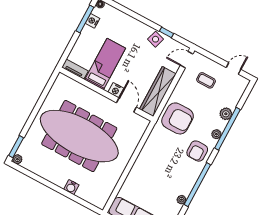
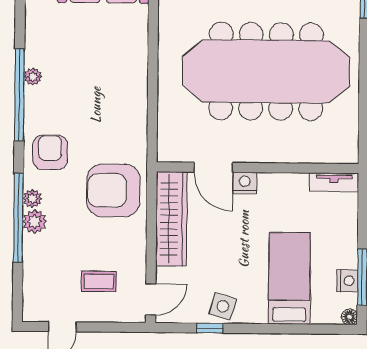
bed: (105, 64) -> (289, 278), moved, turned 180
plant: (226, 114) -> (35, 222), moved
plant: (181, 200) -> (33, 77), moved

